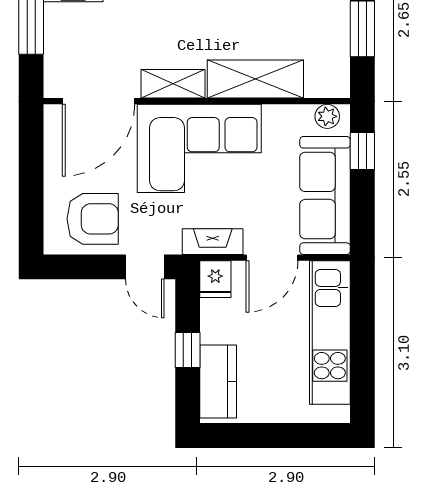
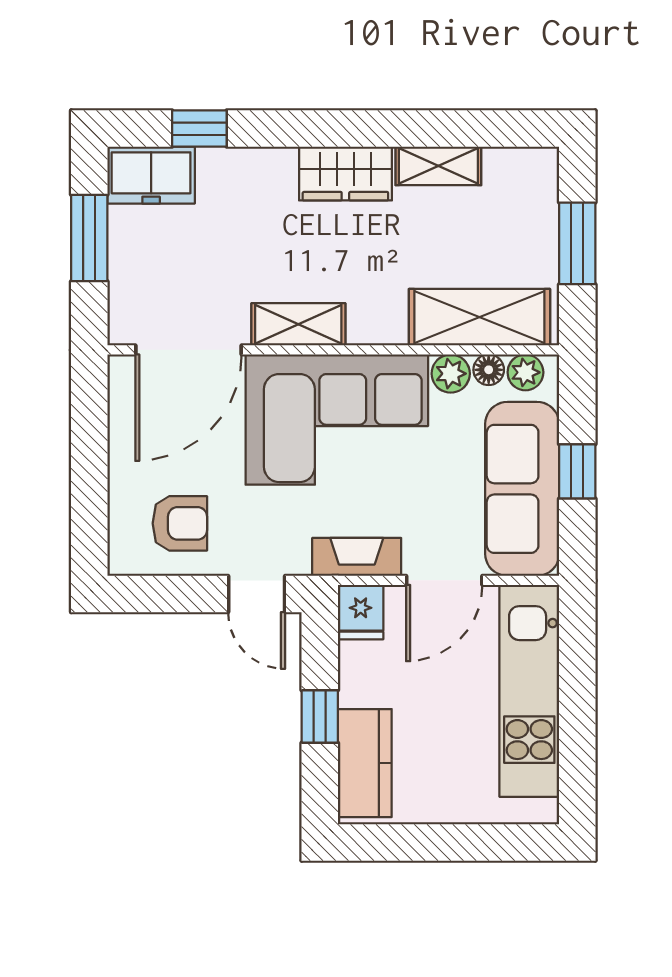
shelving: (255, 79) -> (479, 317), moved
floor lamp: (302, 115) -> (489, 370), added
plant: (276, 117) -> (451, 374), added
window: (362, 151) -> (577, 471), moved
armchair: (93, 219) -> (180, 523), width x0.72, depth x0.72

